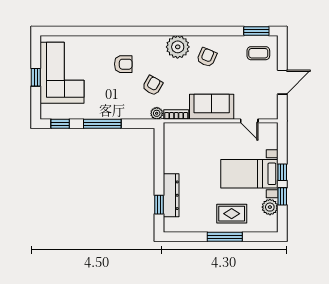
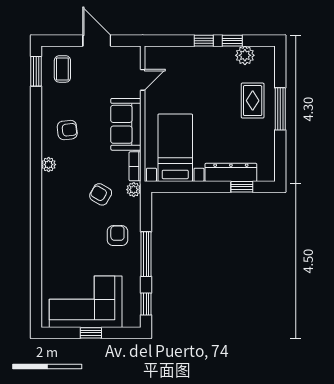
plant: (178, 47) -> (49, 165), width x0.53, depth x0.53
armchair: (207, 57) -> (67, 130), turned 151
armchair: (123, 64) -> (117, 236), moved
bed with nightstands: (249, 174) -> (175, 148), moved, turned 180

